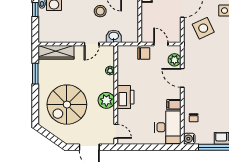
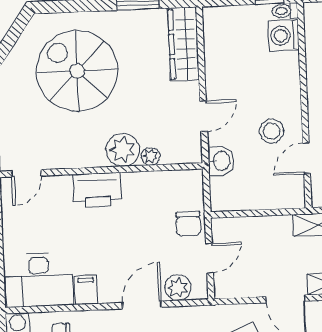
door: (92, 44) -> (204, 116), swing flipped
plant: (106, 100) -> (123, 150), moved

